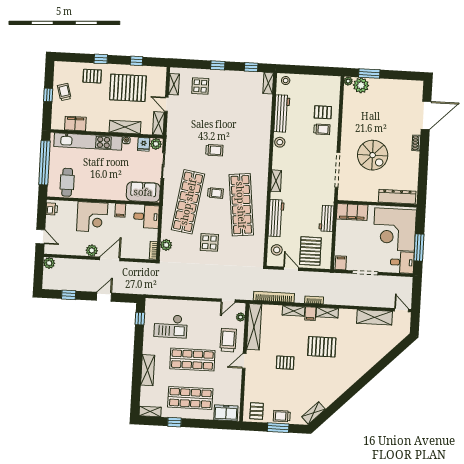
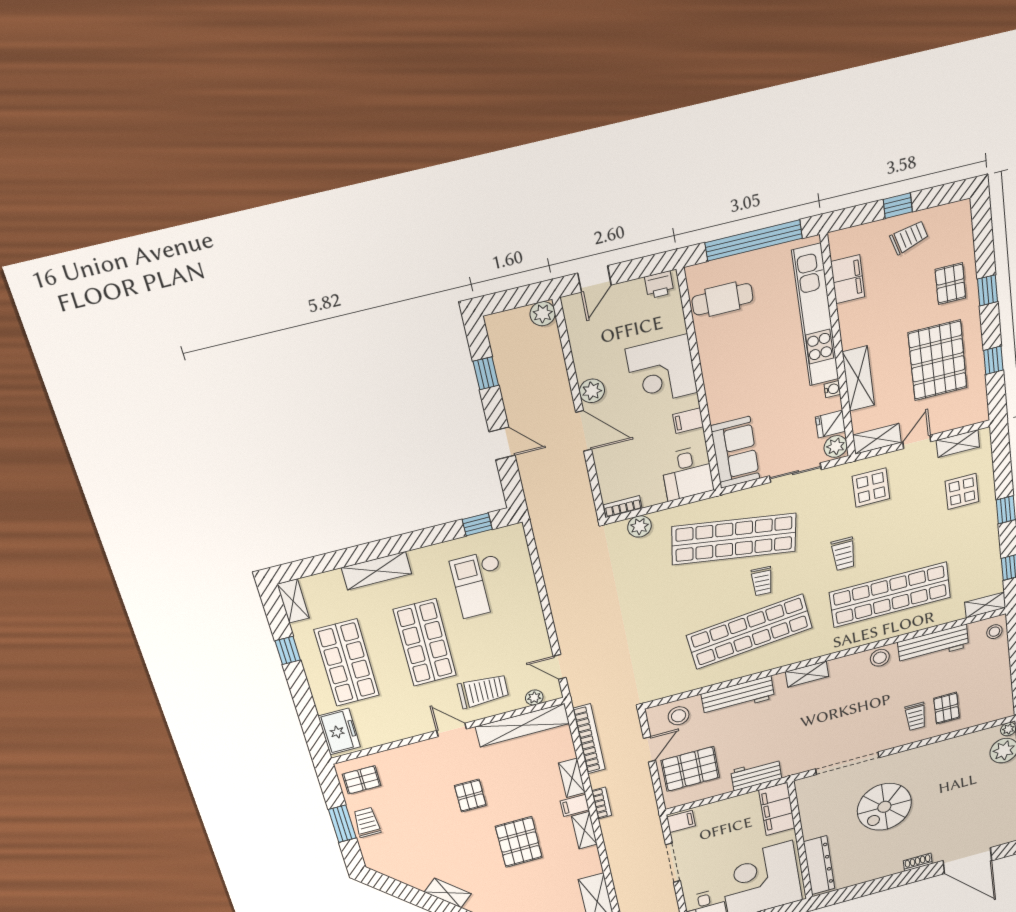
shop shelf: (245, 131) -> (890, 595), added
display table: (209, 242) -> (871, 488), moved
shelving: (314, 413) -> (448, 893), moved

